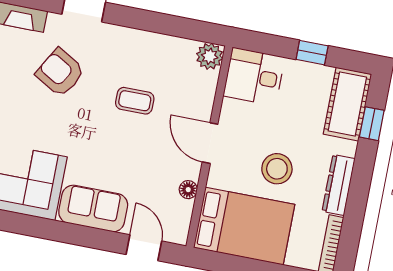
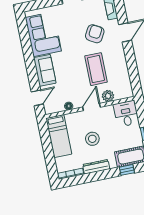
plant: (210, 56) -> (108, 96), moved
coffee table: (135, 101) -> (96, 69), width x1.86, depth x1.72
bed: (244, 226) -> (59, 136), width x0.67

